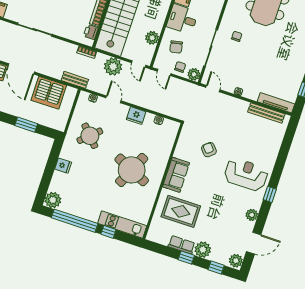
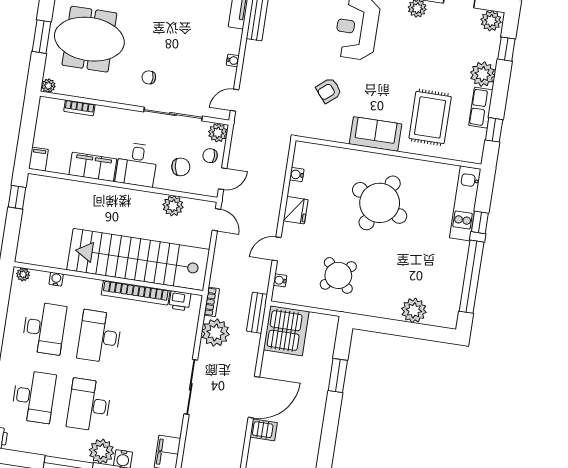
door: (139, 64) -> (216, 220), hinge flipped
plant: (113, 67) -> (215, 333), moved
server rack: (49, 93) -> (286, 331), moved
fridge: (63, 166) -> (391, 309), removed
plant: (53, 200) -> (414, 310), moved
window: (186, 258) -> (494, 130), moved

